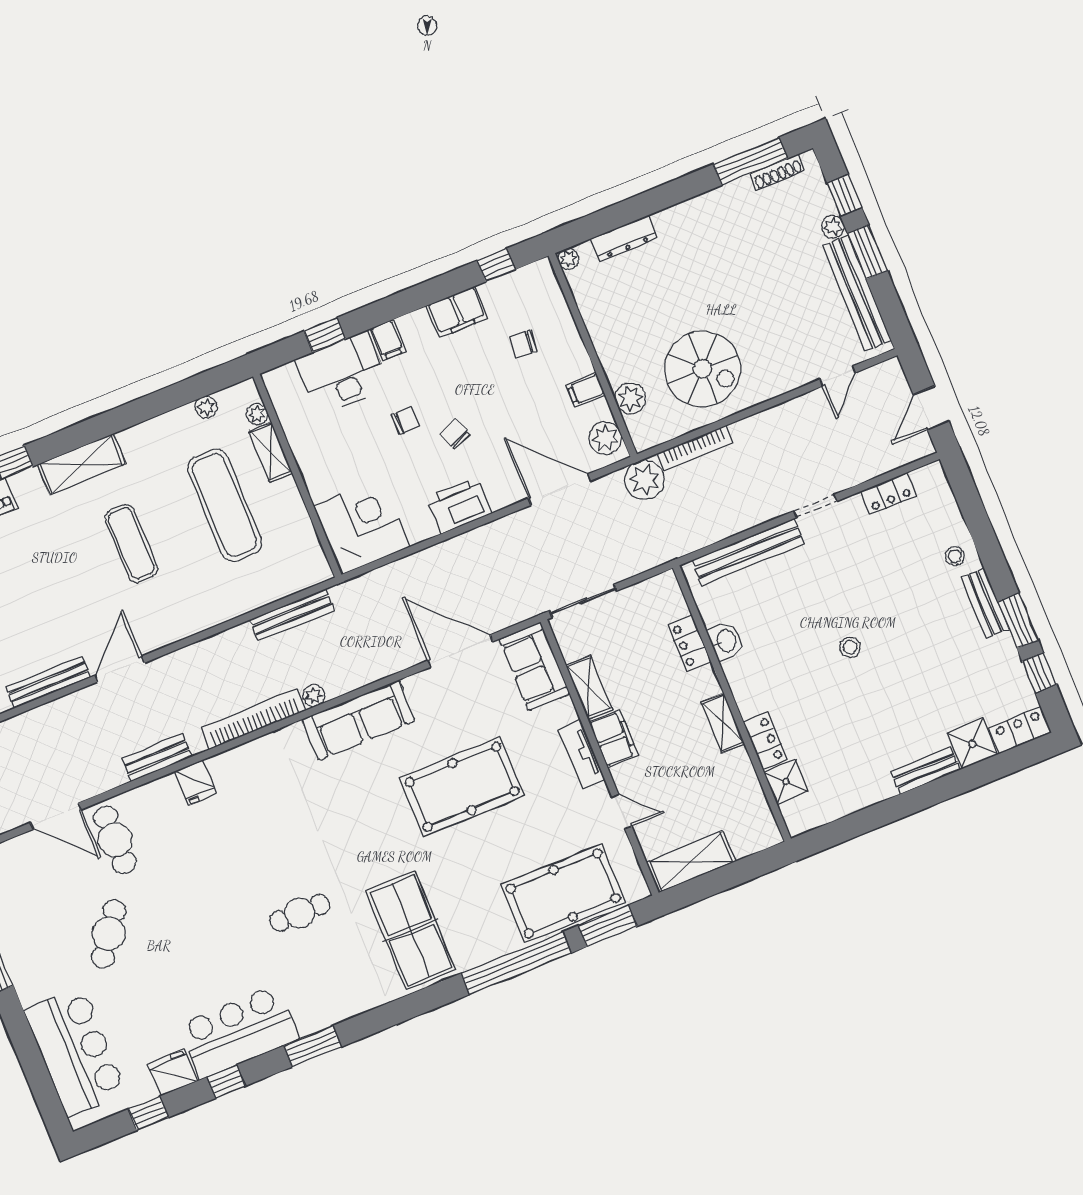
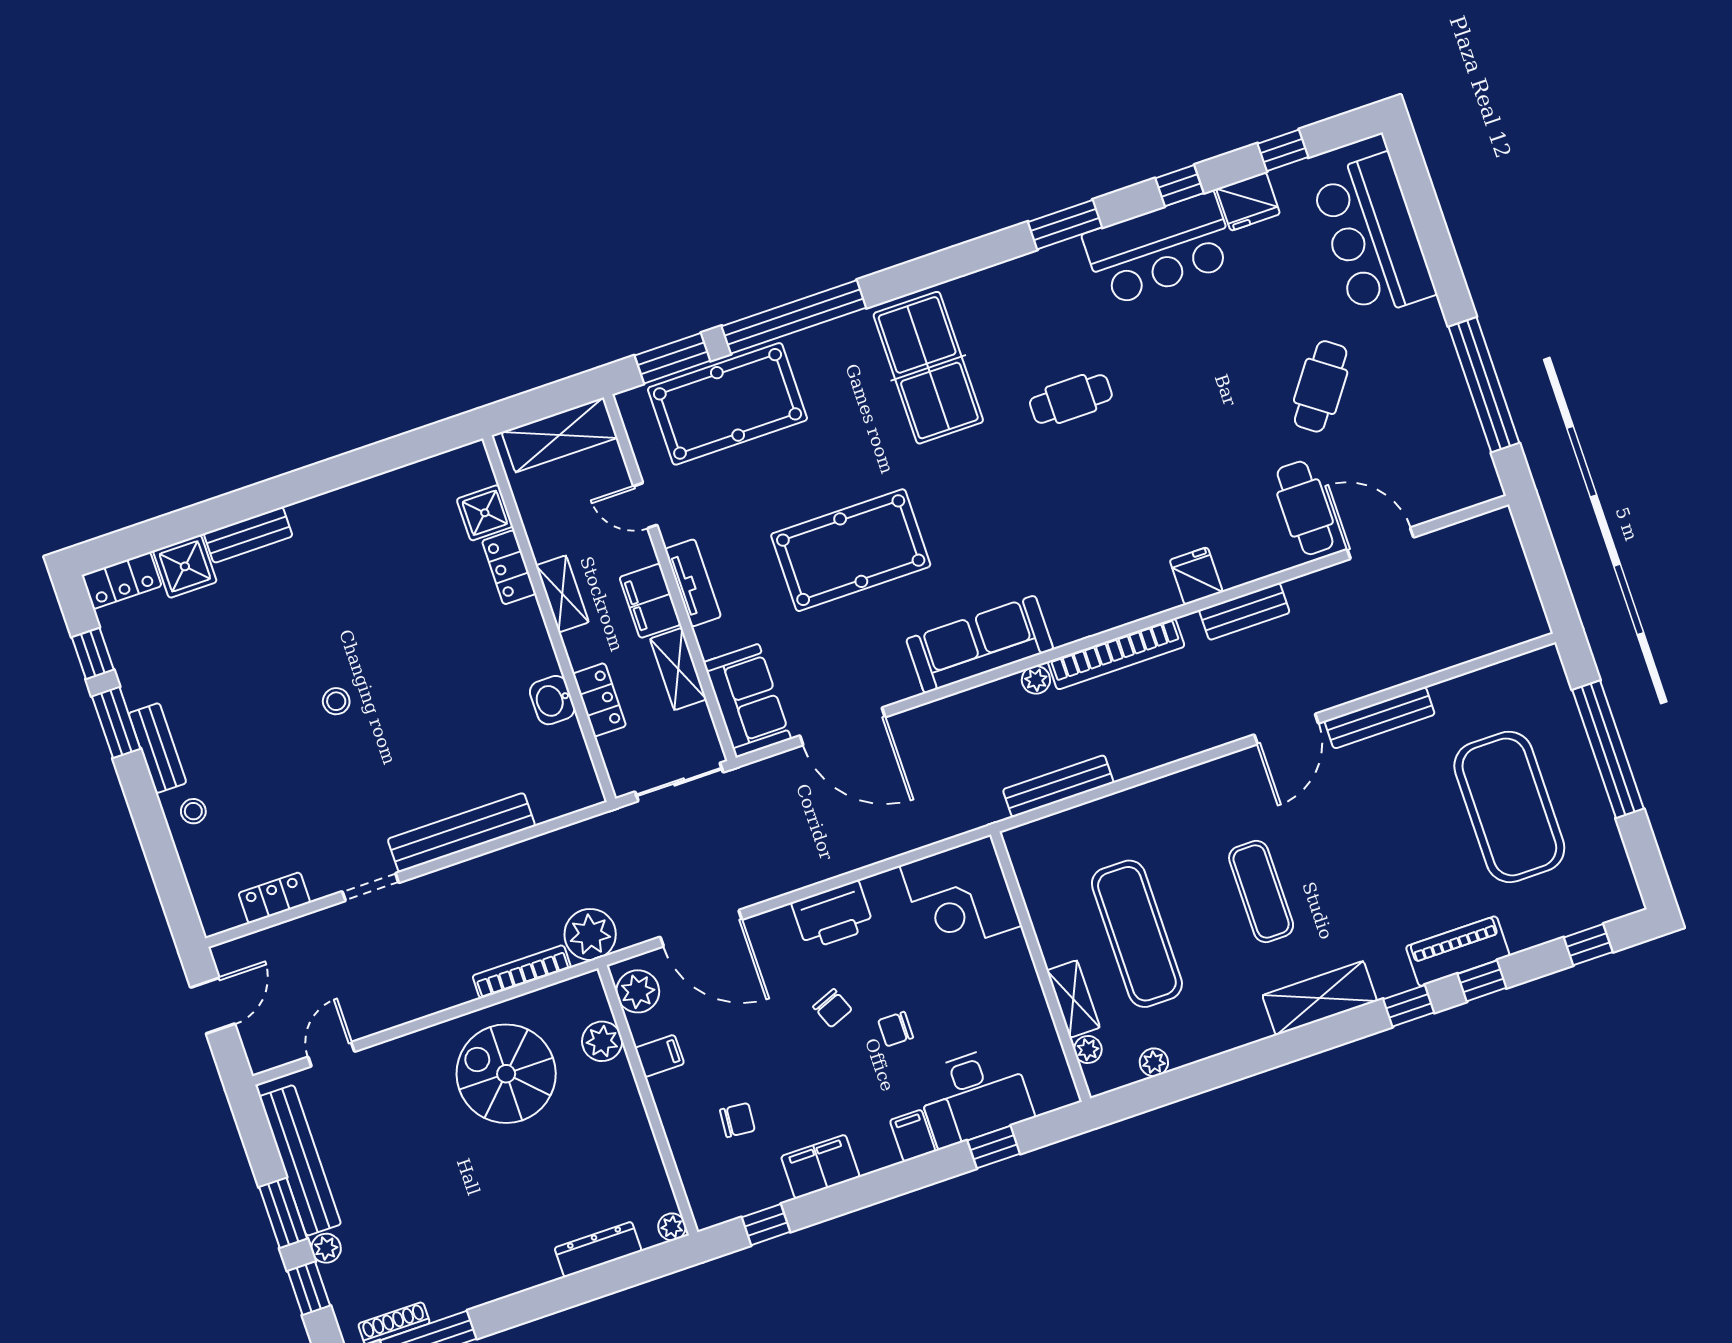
washbasin: (726, 641) -> (552, 700), moved
locker: (690, 643) -> (599, 700), moved
wall: (732, 703) -> (549, 619), moved
shelving: (723, 723) -> (562, 594), moved
locker: (765, 741) -> (509, 567), moved
shower: (786, 782) -> (485, 513), moved

